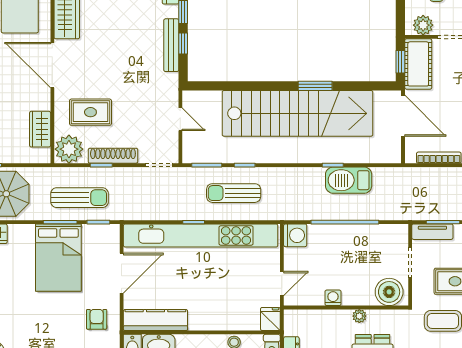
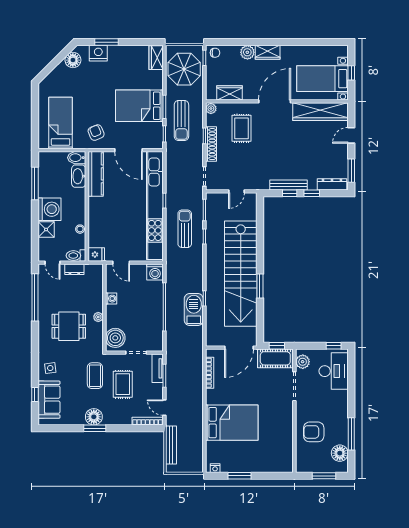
plant: (69, 149) -> (211, 109), width x0.53, depth x0.53
armchair: (97, 319) -> (96, 133), turned -113

